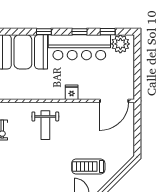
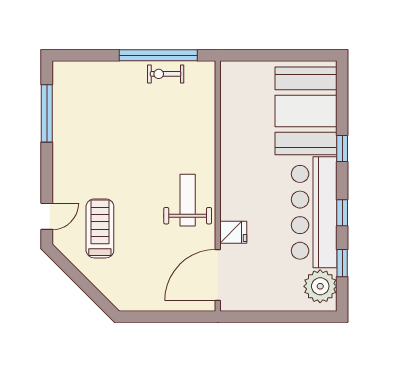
fridge: (72, 92) -> (233, 232), moved
door: (114, 101) -> (218, 275), hinge flipped
weight bench: (45, 125) -> (188, 200), moved, turned 90

